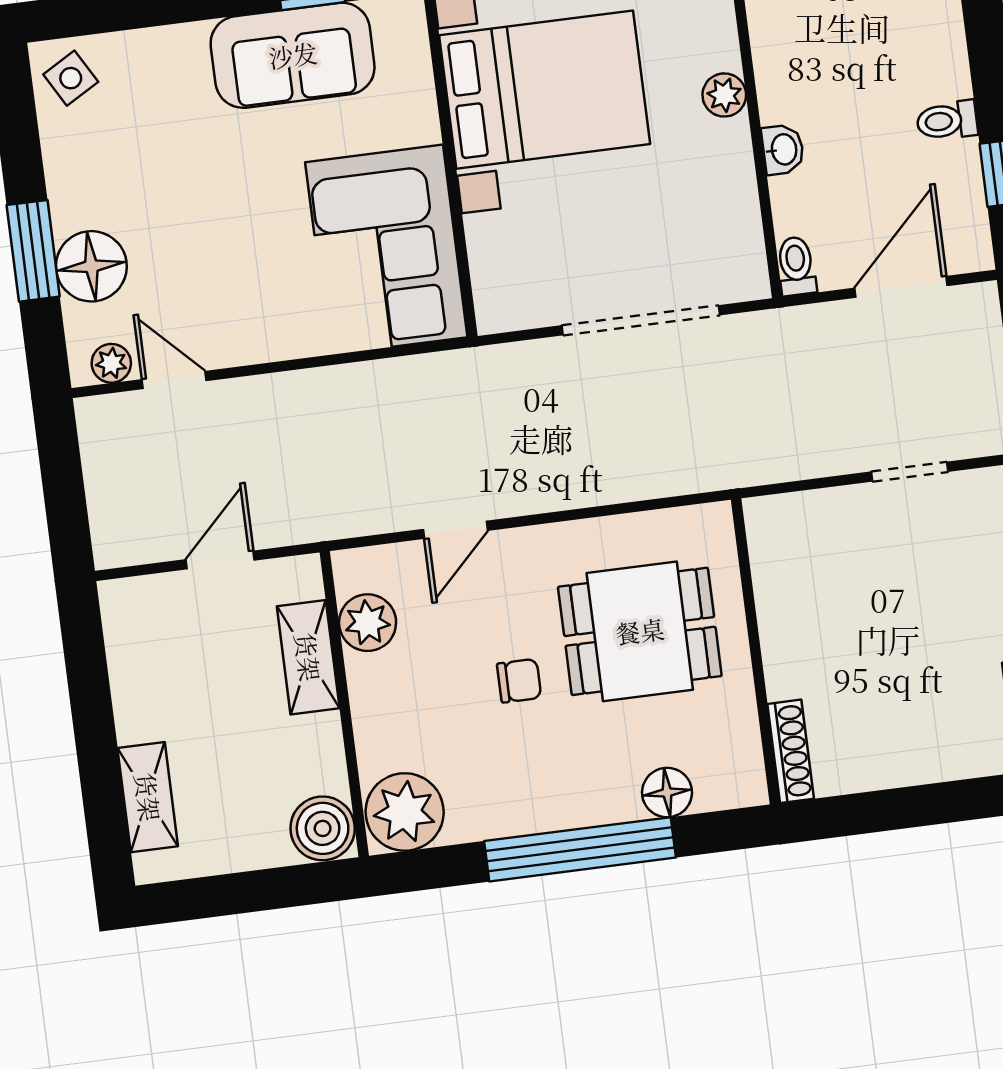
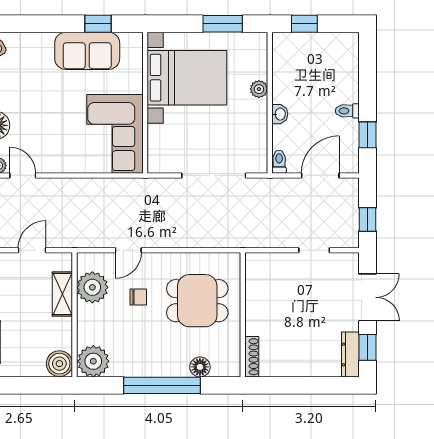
plant: (368, 623) -> (92, 287), width x1.36, depth x1.36
chair: (519, 681) -> (138, 297), moved

